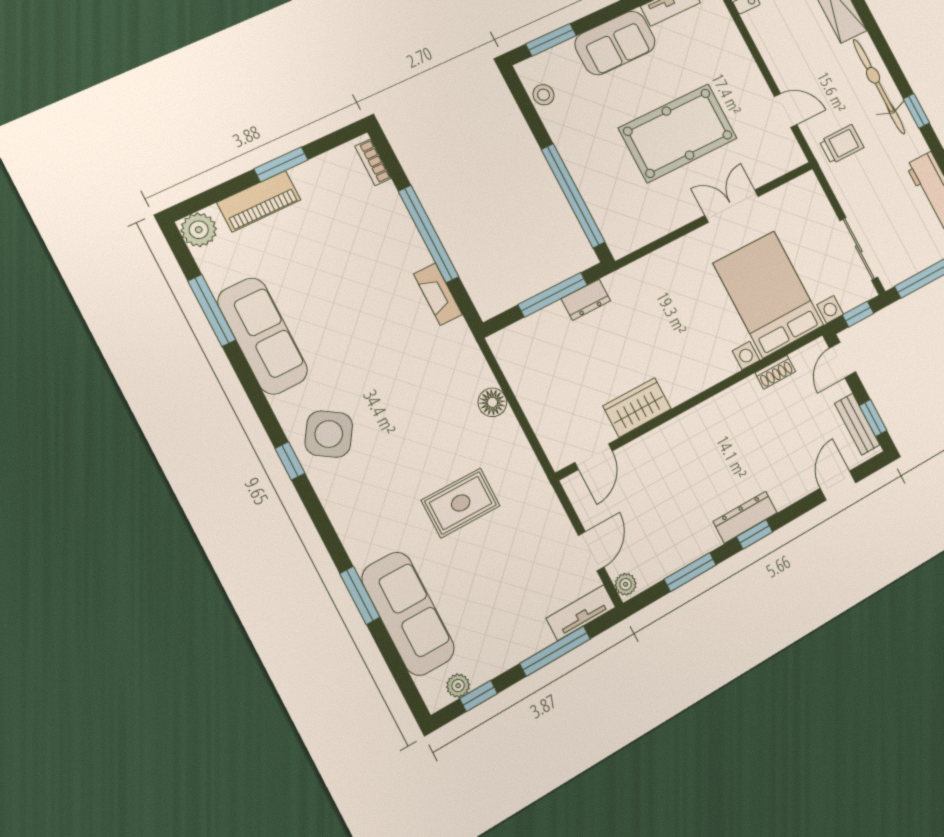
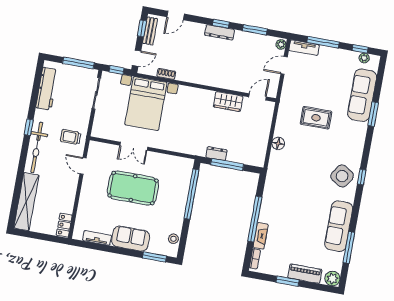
fireplace: (438, 294) -> (261, 236), moved

